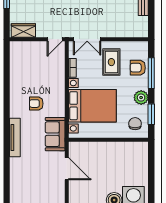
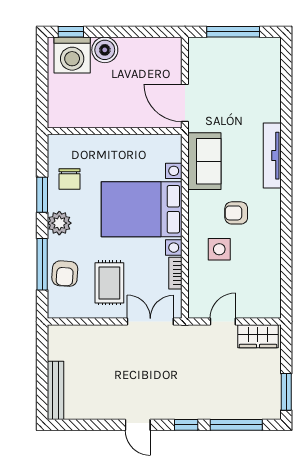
door: (55, 39) -> (223, 321), moved
armchair: (138, 68) -> (65, 274), turned 94
side table: (46, 82) -> (219, 249), added
armchair: (36, 104) -> (236, 213), turned 180
wall: (108, 140) -> (115, 131), moved

